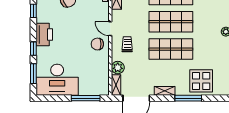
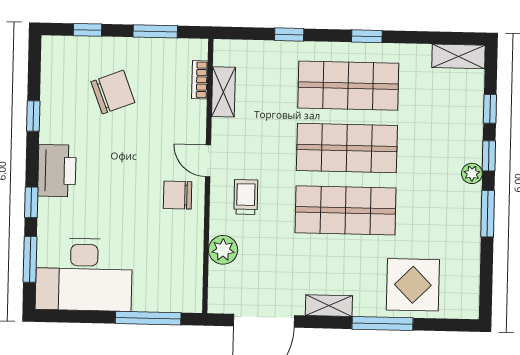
shelving: (116, 85) -> (218, 290), removed

